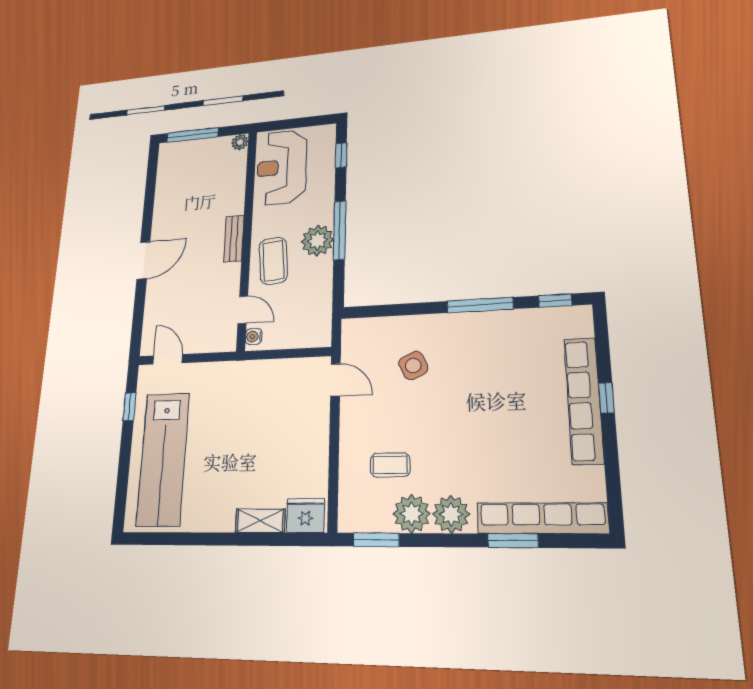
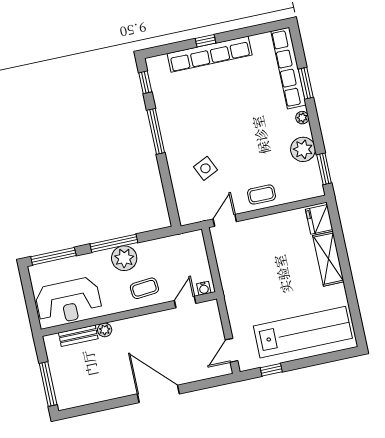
plant: (240, 142) -> (105, 330), moved
window: (341, 155) -> (53, 256), width x2.17
bench: (234, 239) -> (78, 336), moved
door: (144, 260) -> (158, 394), width x1.36
coffee table: (273, 261) -> (144, 288), width x0.73, depth x0.77
coffee table: (390, 465) -> (261, 195), moved, turned 90
plant: (451, 514) -> (302, 118), width x0.53, depth x0.53
shelving: (260, 521) -> (328, 259), width x1.50, depth x1.33

